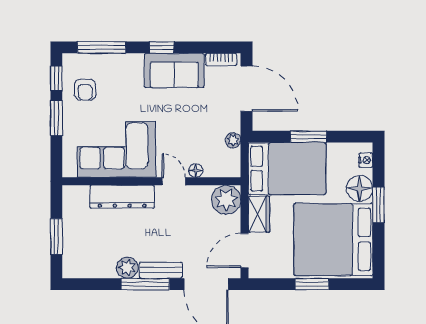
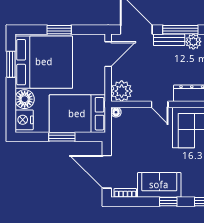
plant: (233, 140) -> (117, 134), removed
nightstand: (366, 160) -> (24, 120), width x1.89, depth x1.79
floor lamp: (196, 171) -> (116, 112), moved
window: (378, 205) -> (11, 64), moved
wardrobe: (259, 214) -> (98, 80), removed

